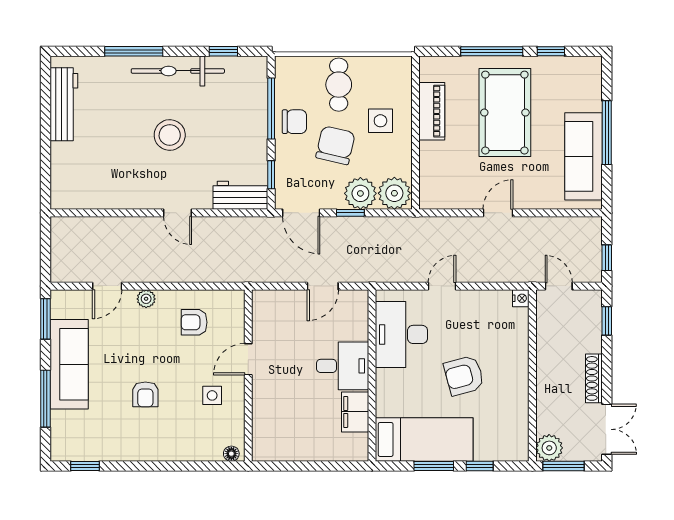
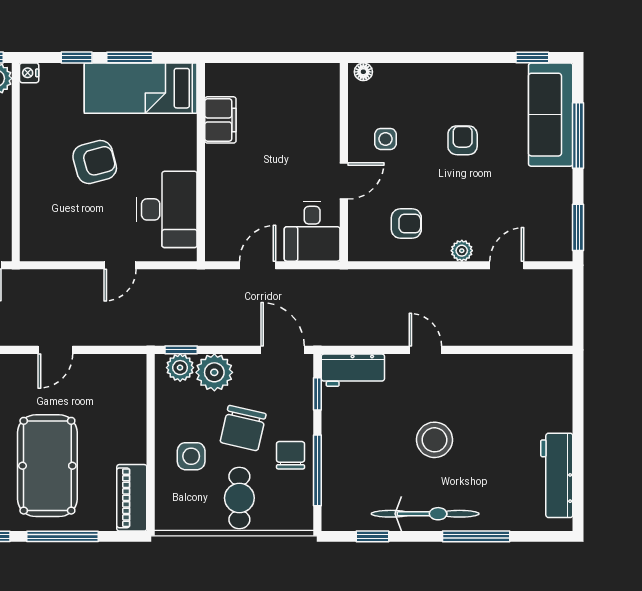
piano: (432, 111) -> (132, 498), moved
chair: (294, 122) -> (291, 455), turned 90
plant: (394, 193) -> (180, 368), width x0.73, depth x0.73
window: (350, 213) -> (181, 350), moved
nightstand: (521, 298) -> (29, 73), moved
sofa: (69, 364) -> (551, 115), moved
desk: (343, 366) -> (312, 231), moved, turned -90

